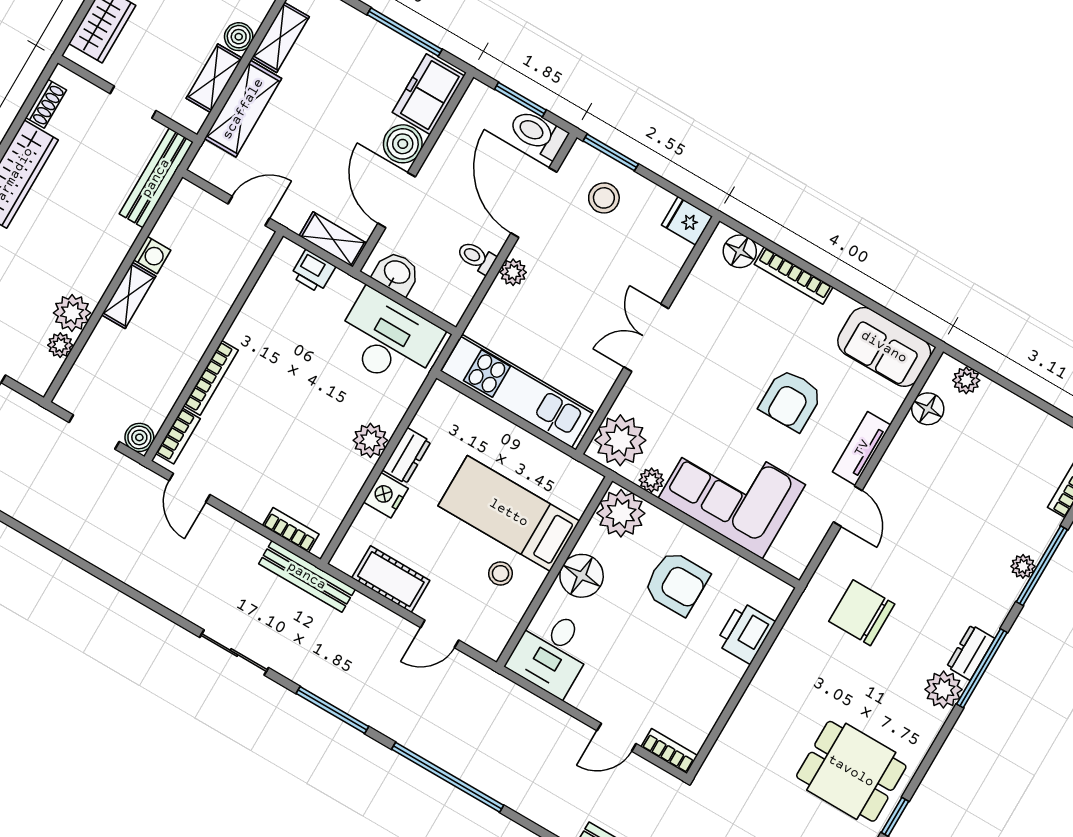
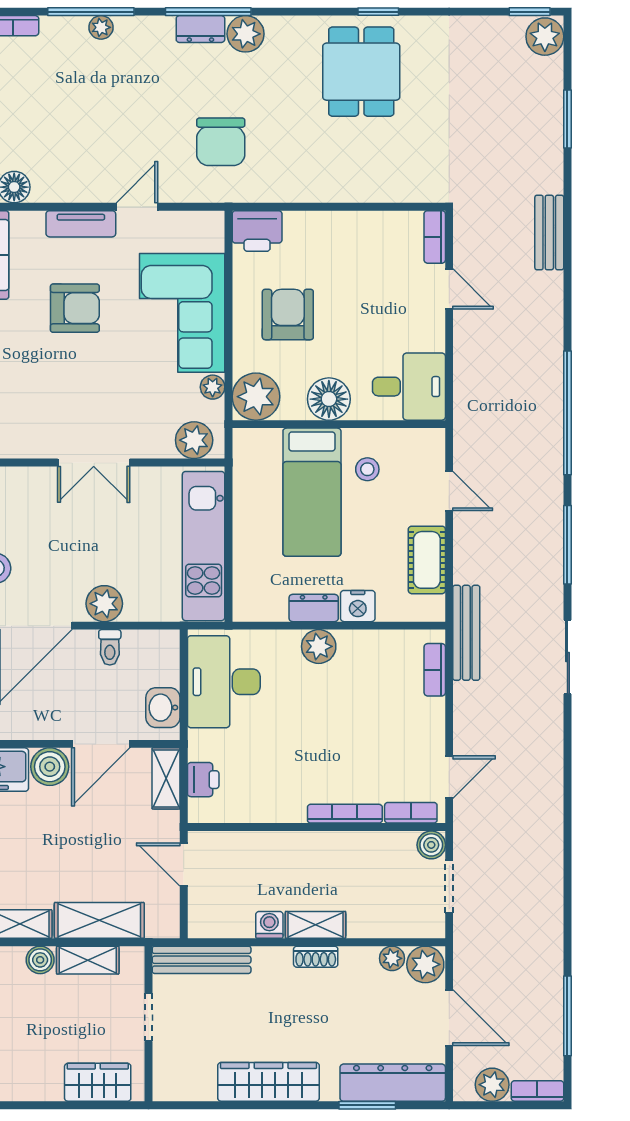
shoe rack: (46, 104) -> (316, 957), moved, turned 180
plant: (513, 272) -> (104, 604), width x1.38, depth x1.38
plant: (72, 313) -> (425, 964), moved
plant: (620, 440) -> (194, 440), width x0.73, depth x0.73
printer: (745, 633) -> (257, 231), moved

